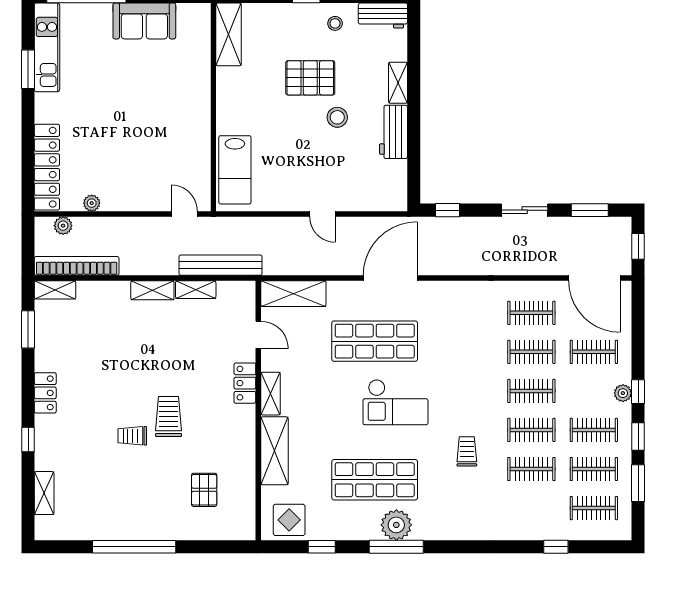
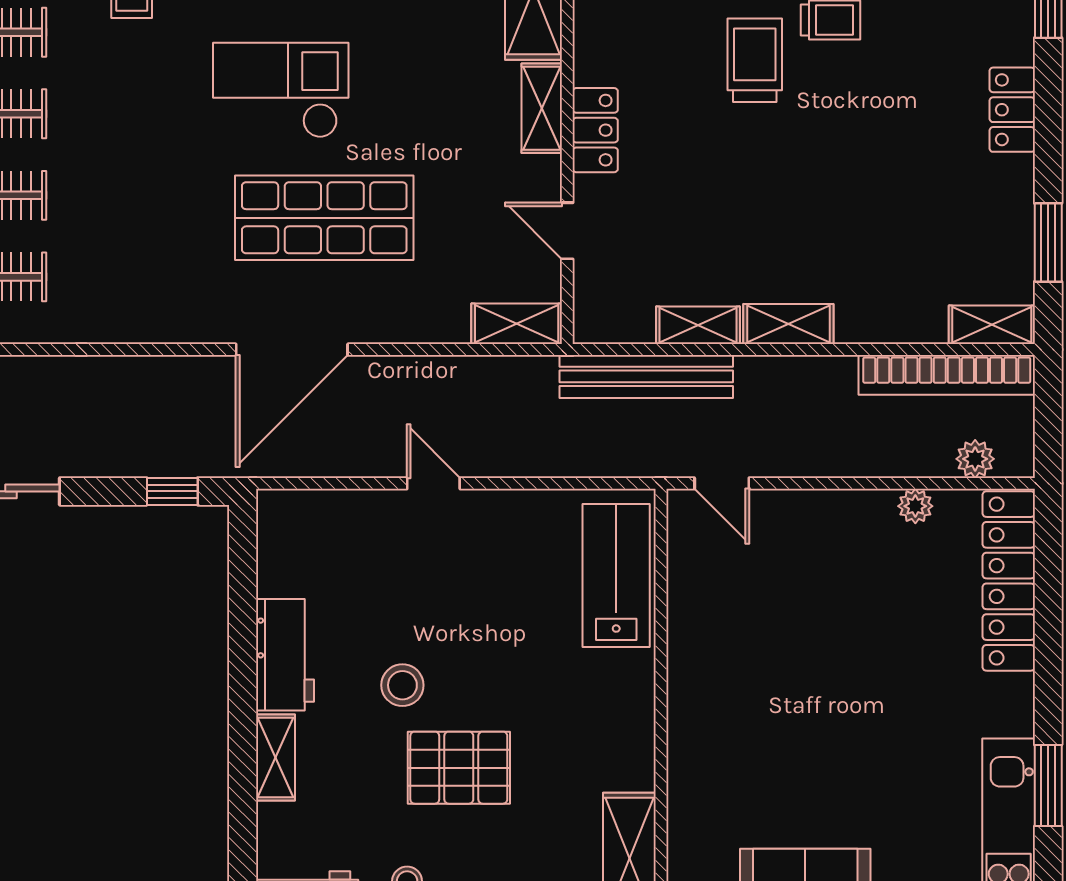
shelving: (293, 294) -> (517, 324), width x0.67, depth x0.75
trolley: (169, 417) -> (755, 60), turned 180

